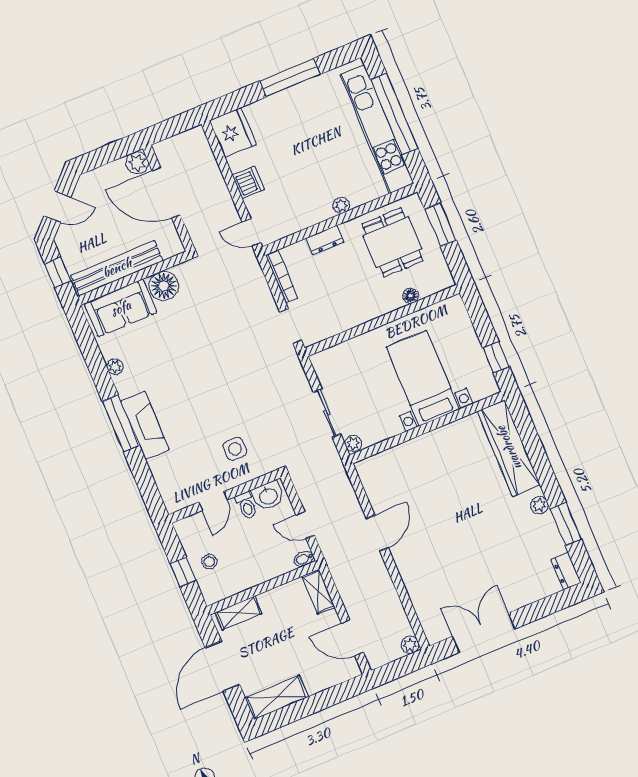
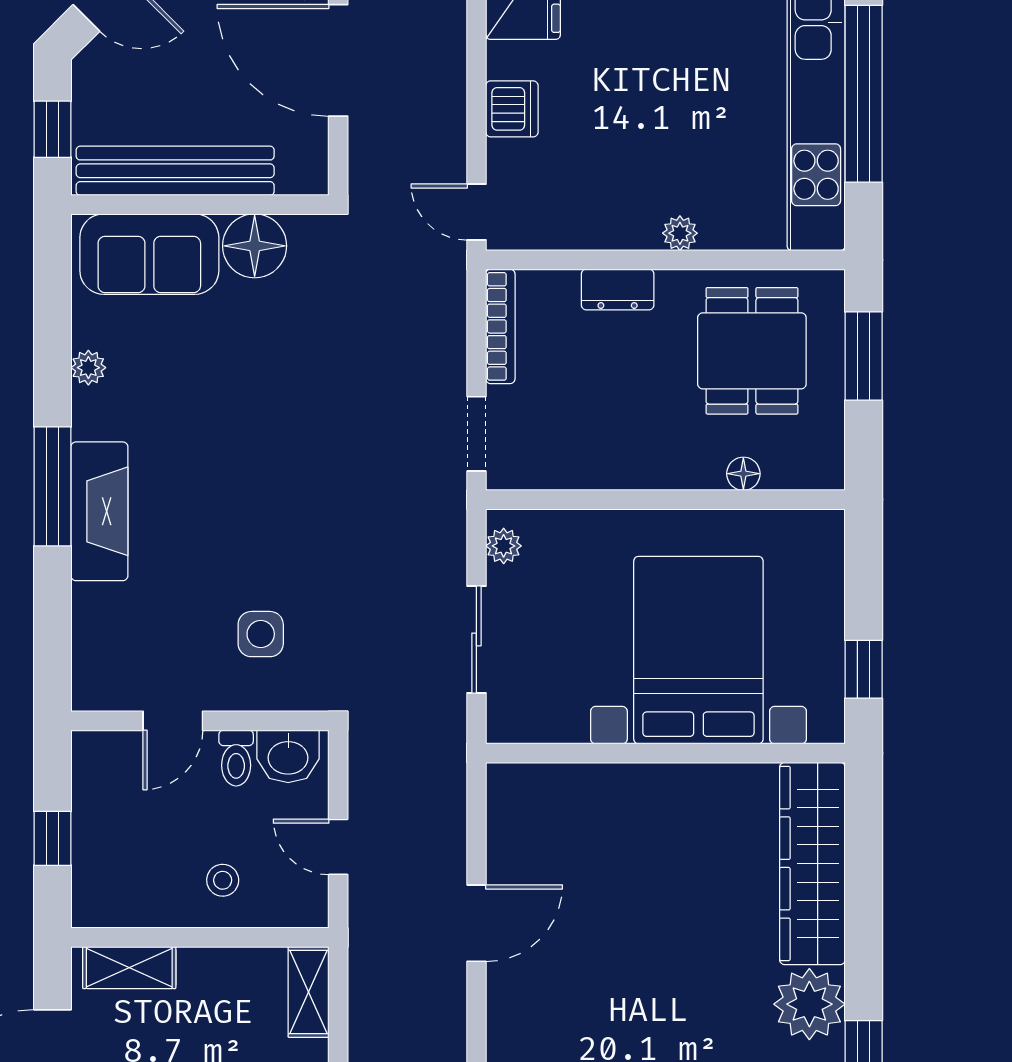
bed with nightstands: (423, 378) -> (698, 650), width x1.36
plant: (353, 444) -> (504, 546), moved
plant: (539, 505) -> (809, 1004), width x1.87, depth x1.87
bidet: (304, 559) -> (307, 913), removed
stool: (209, 562) -> (223, 880), moved

